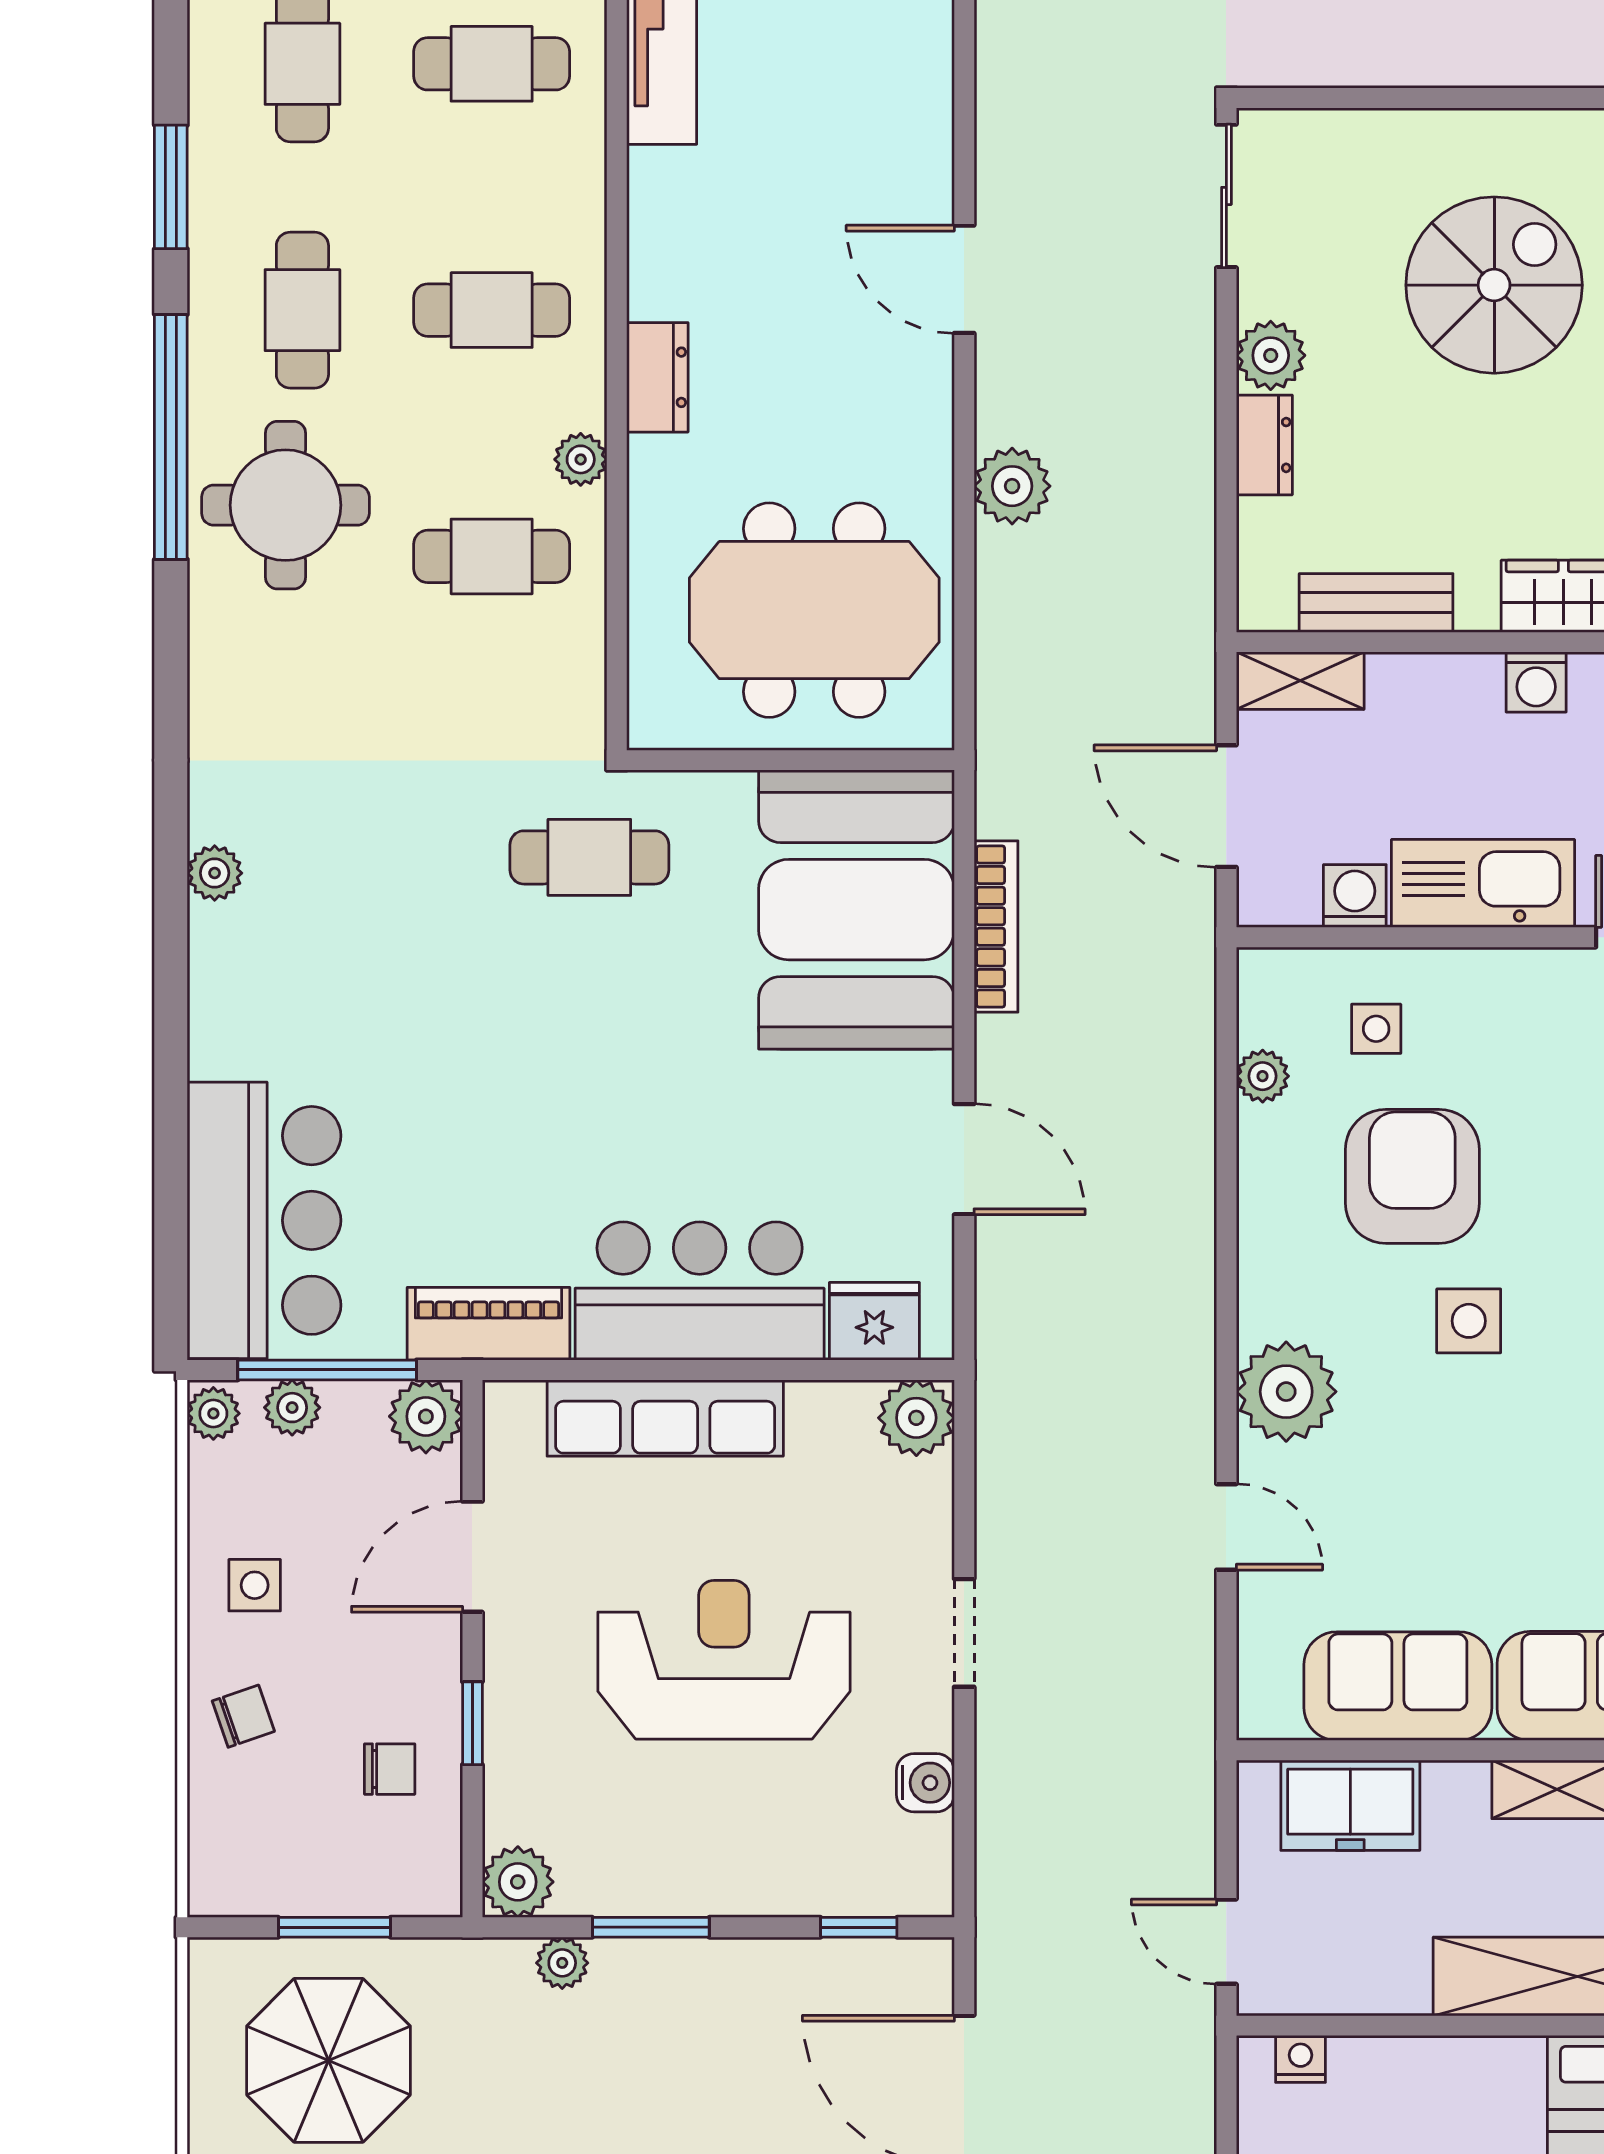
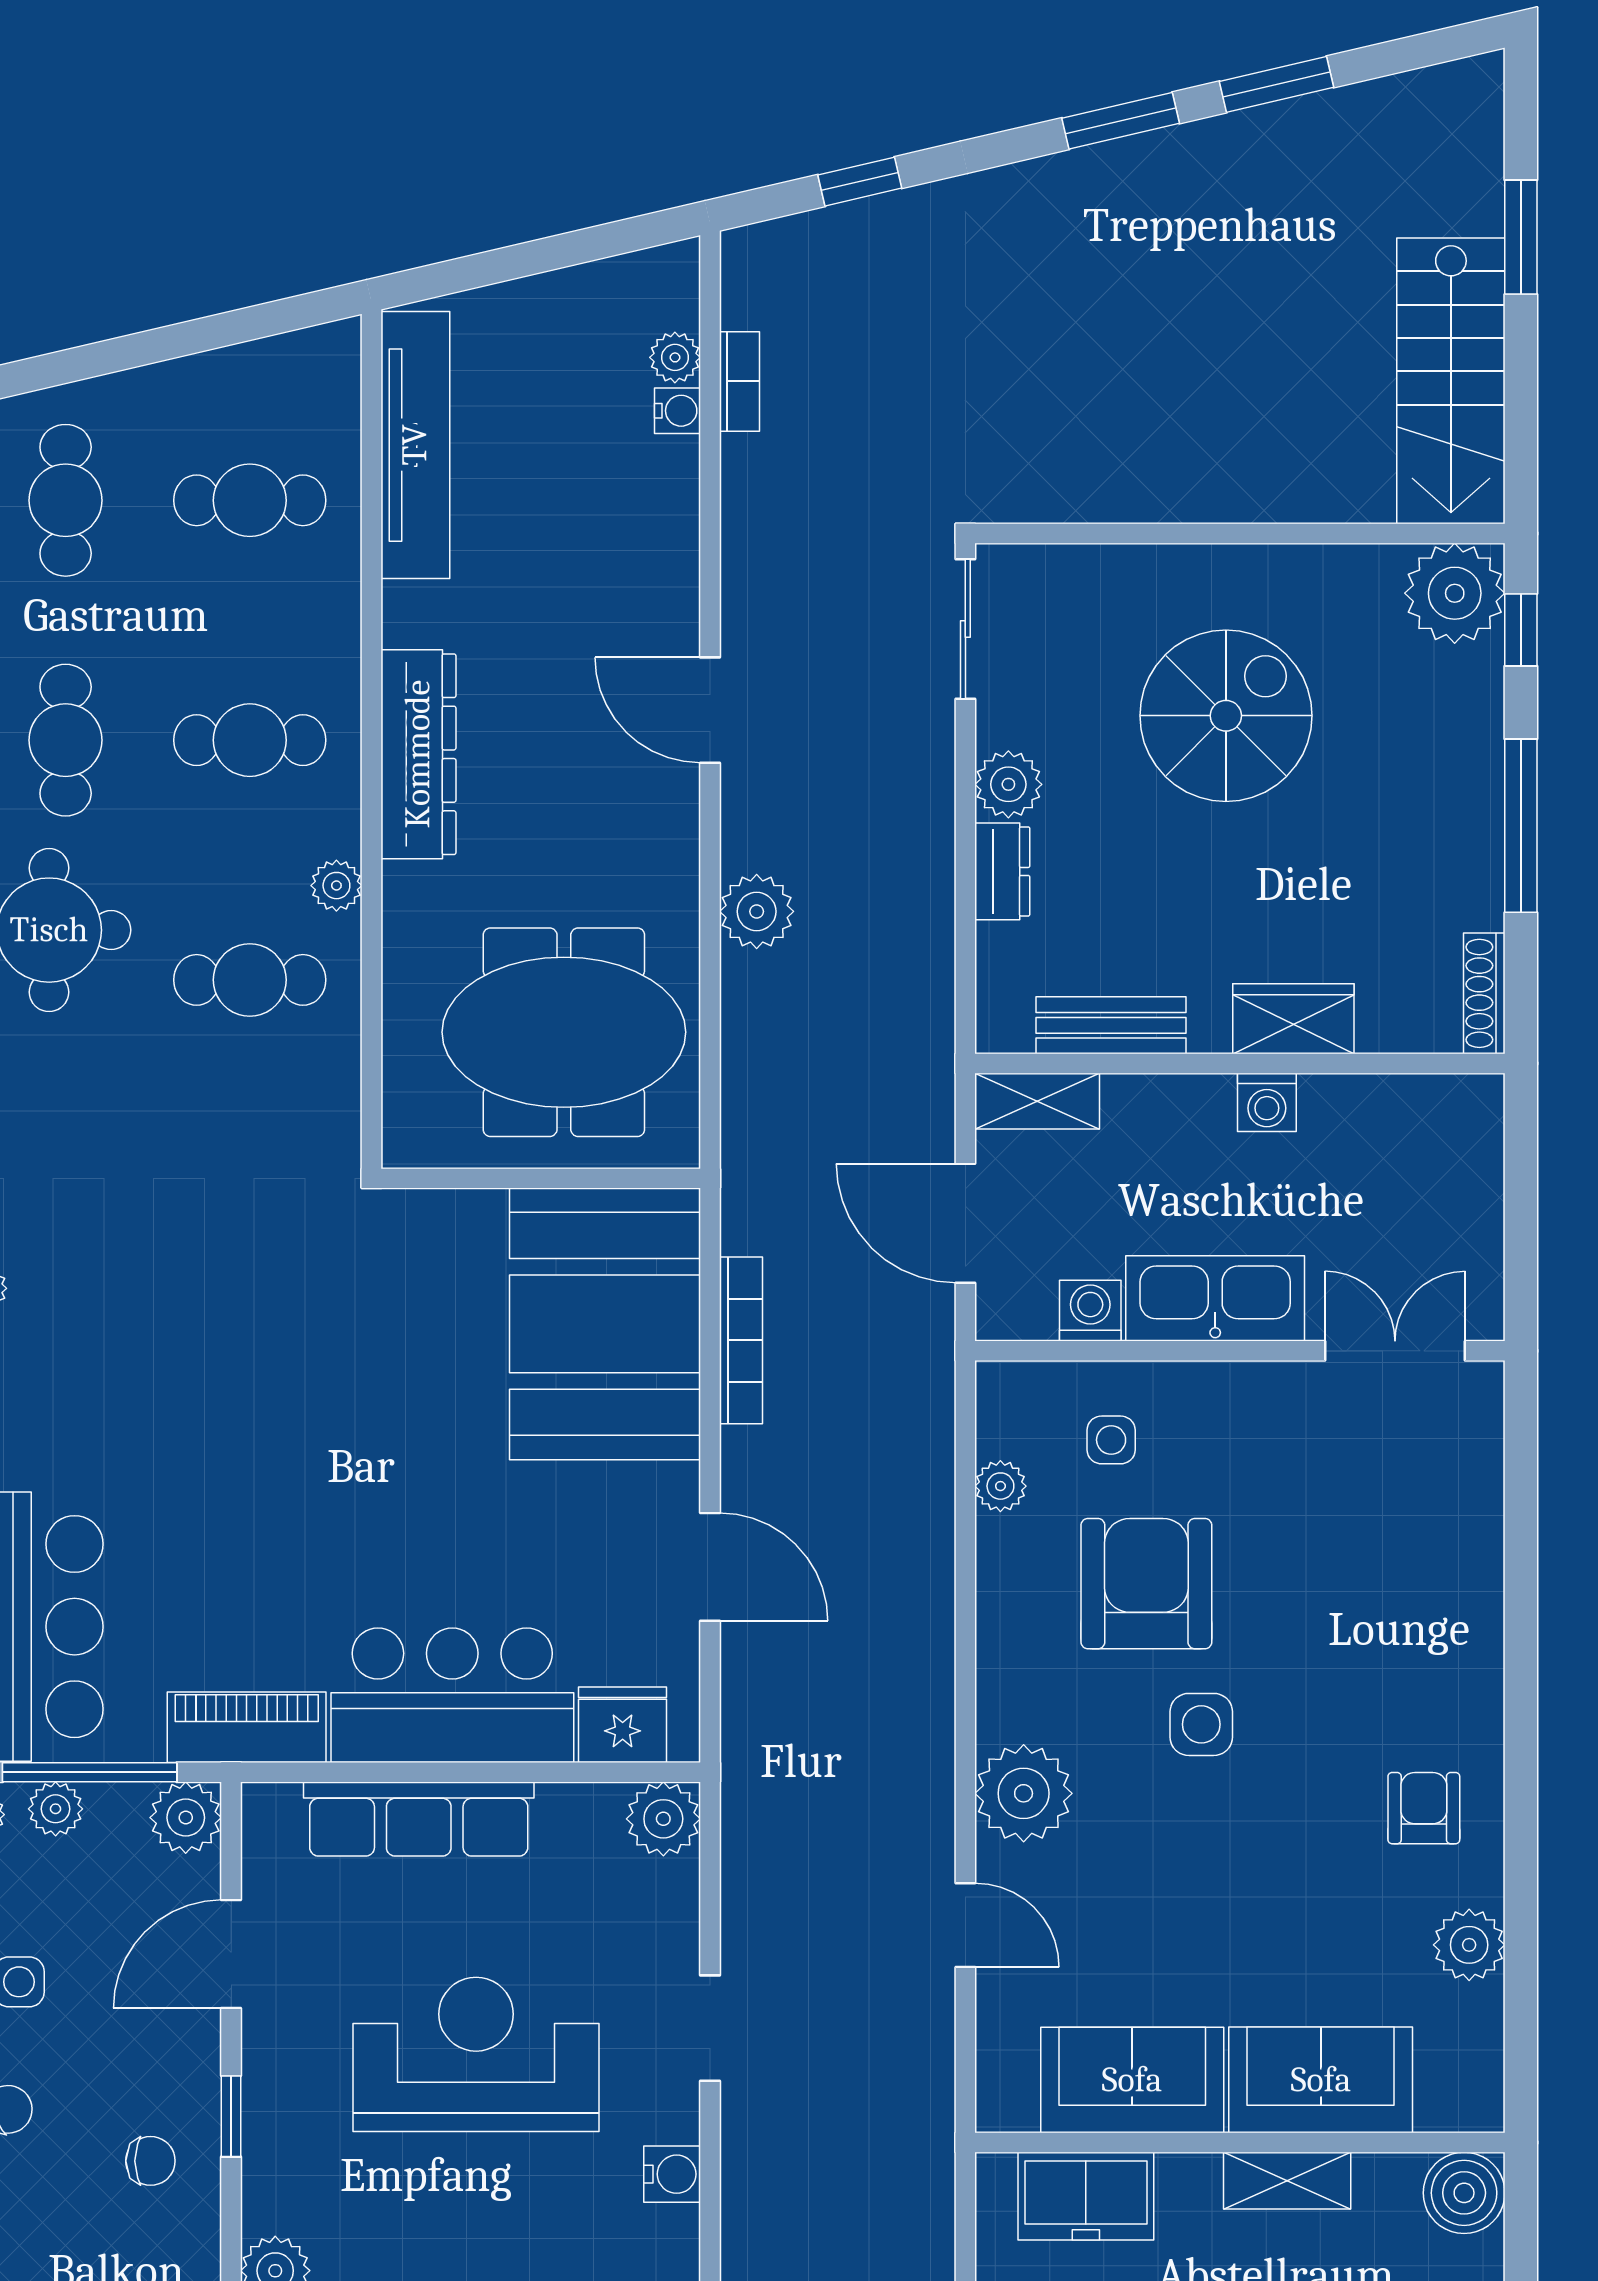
dresser: (657, 377) -> (418, 754), width x1.96, depth x1.24
cafe table: (589, 857) -> (345, 1273), removed

